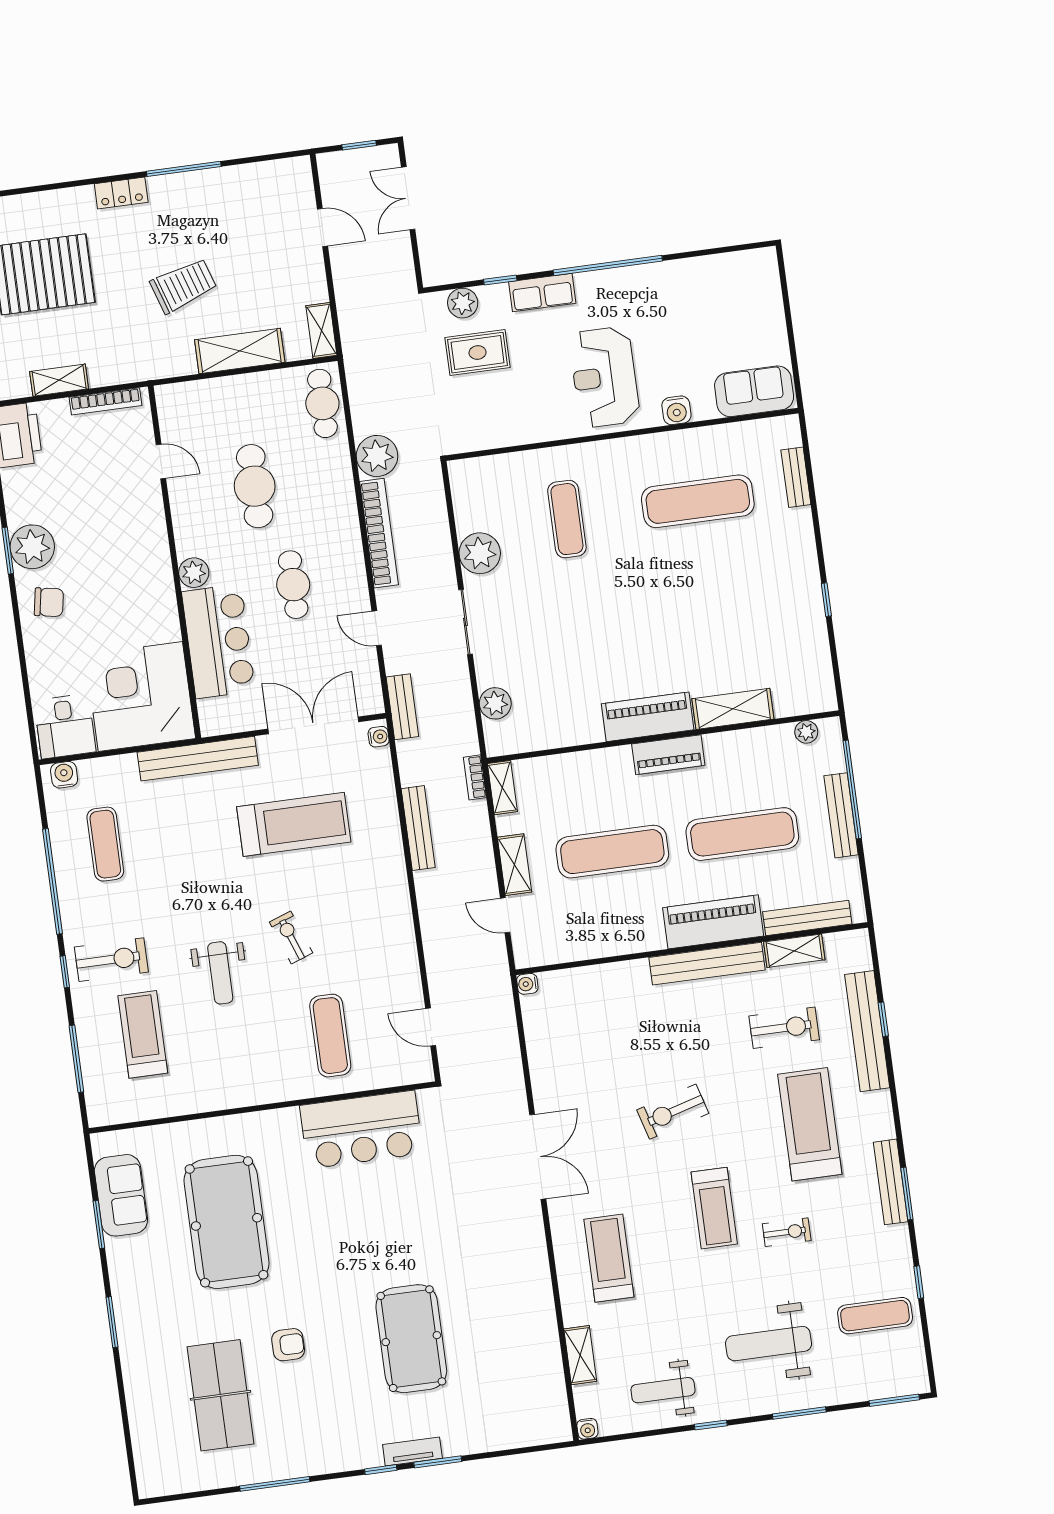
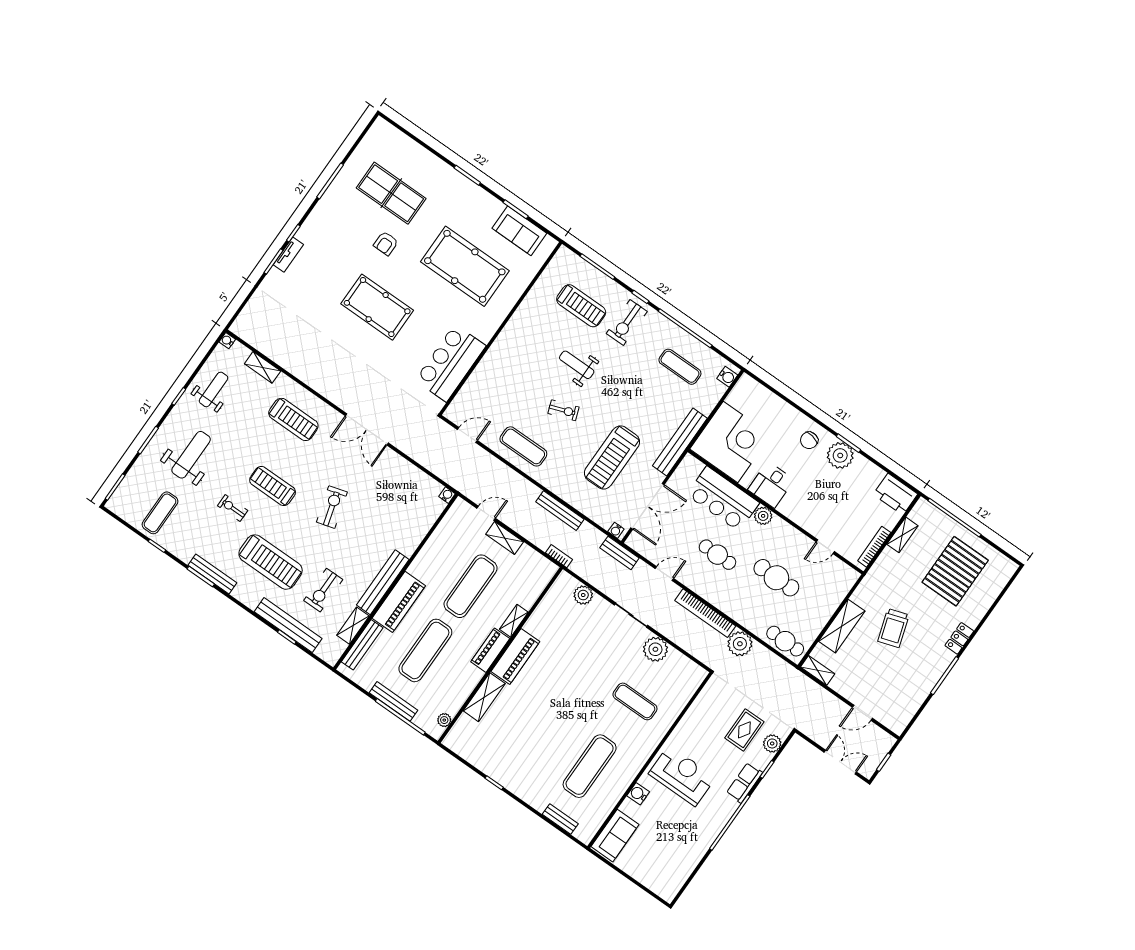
desk: (65, 726) -> (771, 485), moved, turned -90
shelving: (502, 788) -> (514, 621), moved, turned 90
exercise mat: (330, 1036) -> (523, 446), moved
exercise bike: (787, 1232) -> (233, 508), turned 90
pool table: (411, 1339) -> (377, 307), moved

